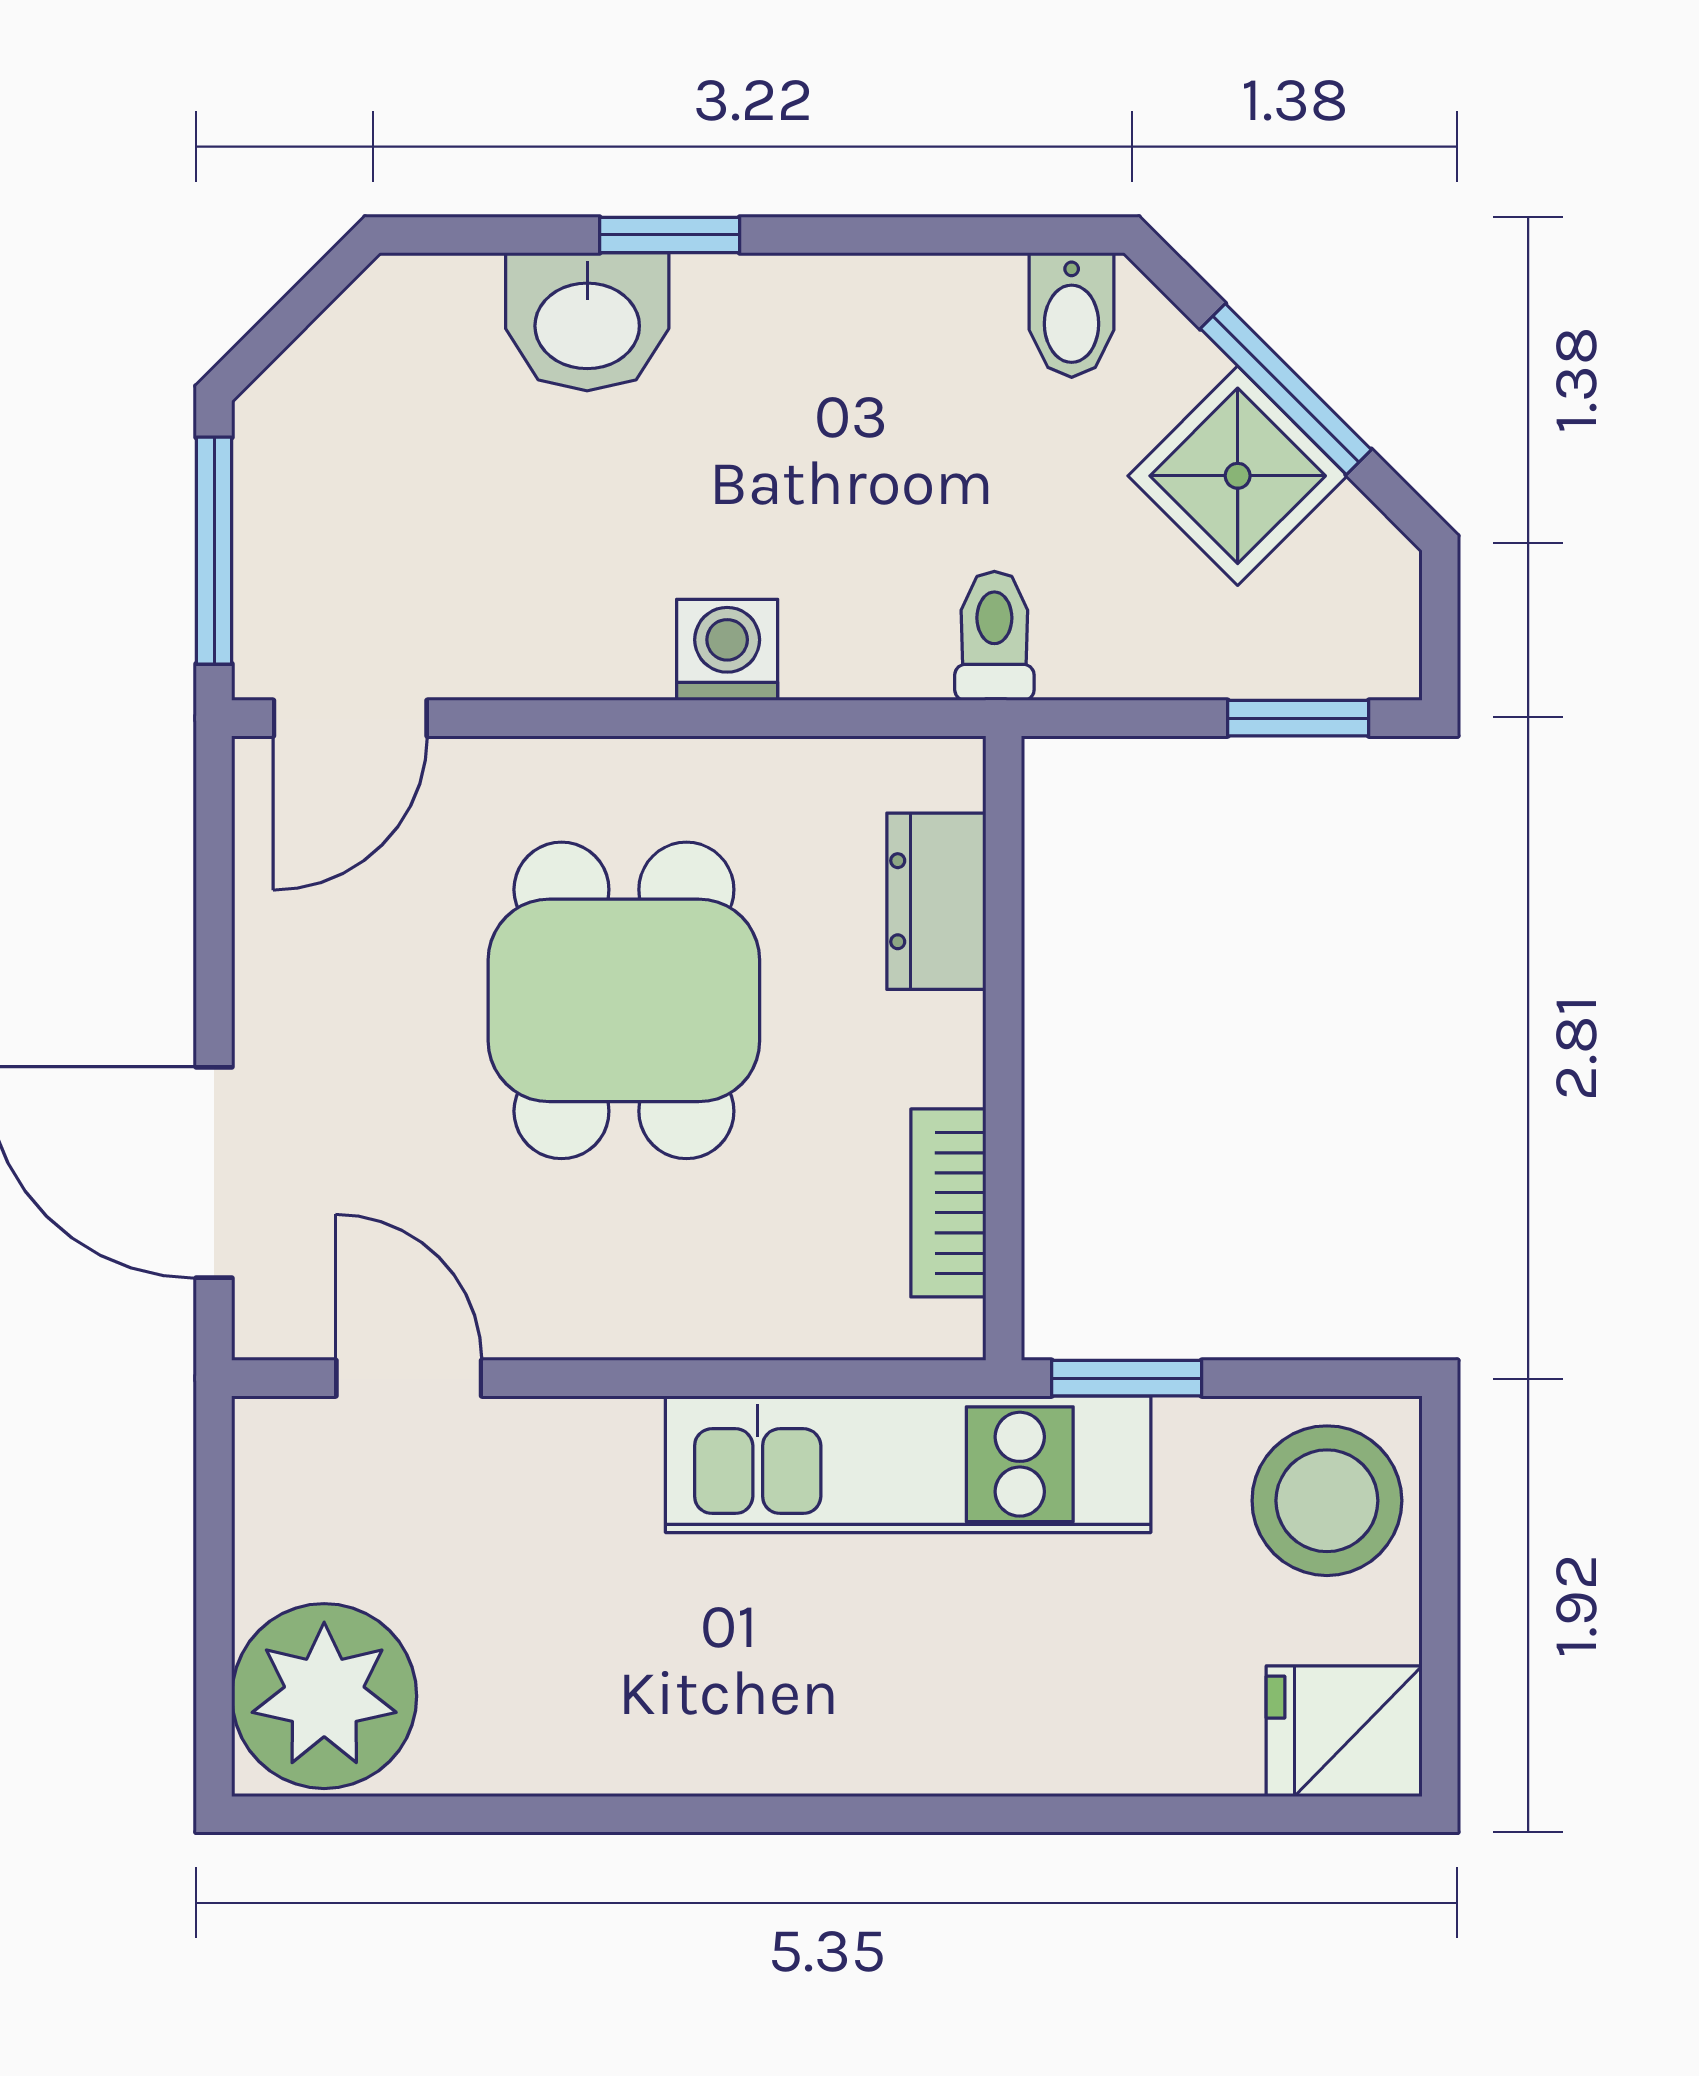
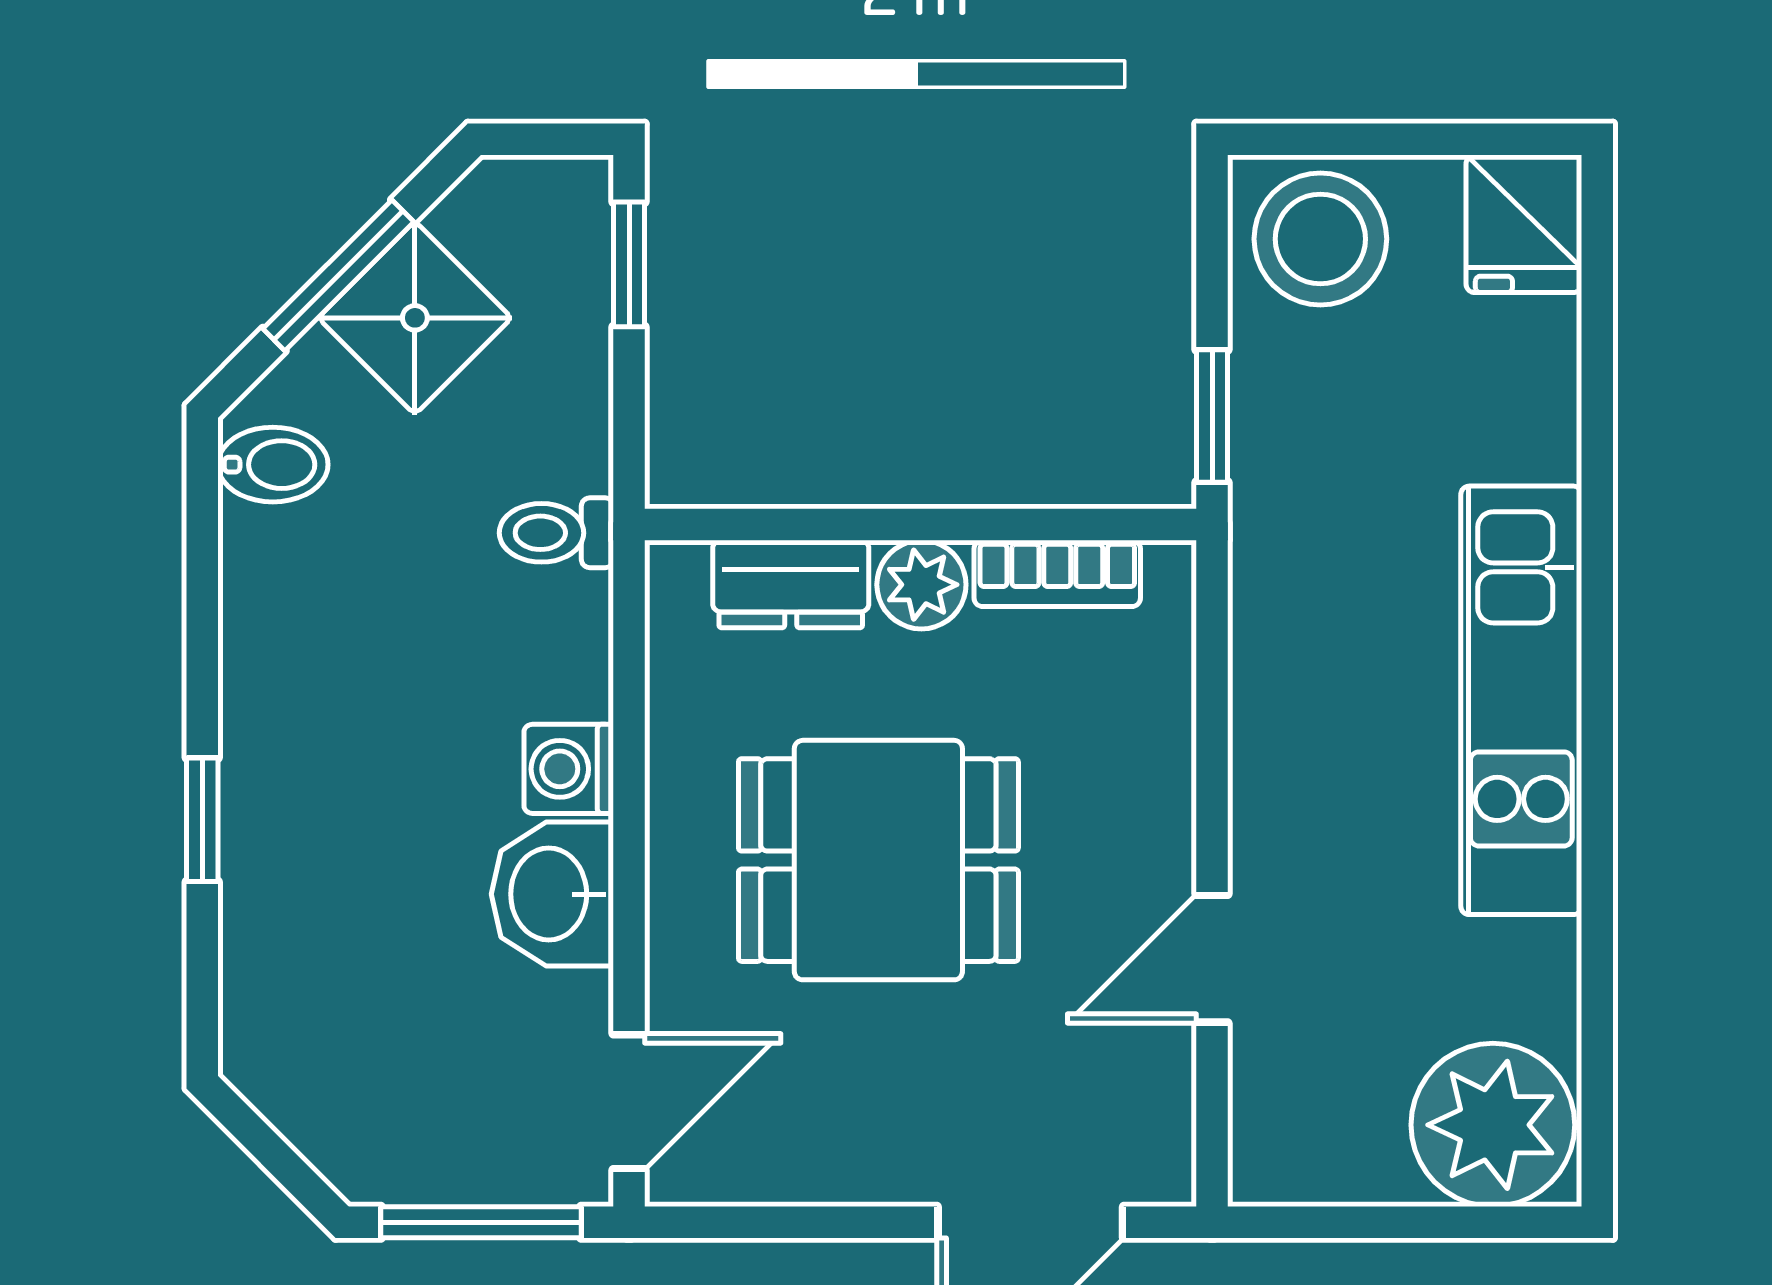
washbasin: (587, 322) -> (552, 894), moved, turned 180
door: (350, 718) -> (629, 1102), hinge flipped
plant: (936, 1049) -> (921, 585), added
door: (409, 1378) -> (1212, 959), moved
kitchen unit: (908, 1464) -> (1521, 700), moved, turned 180

